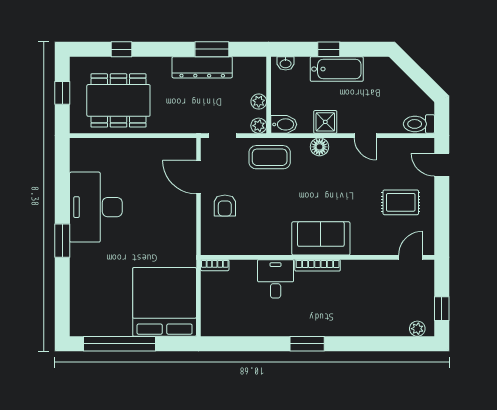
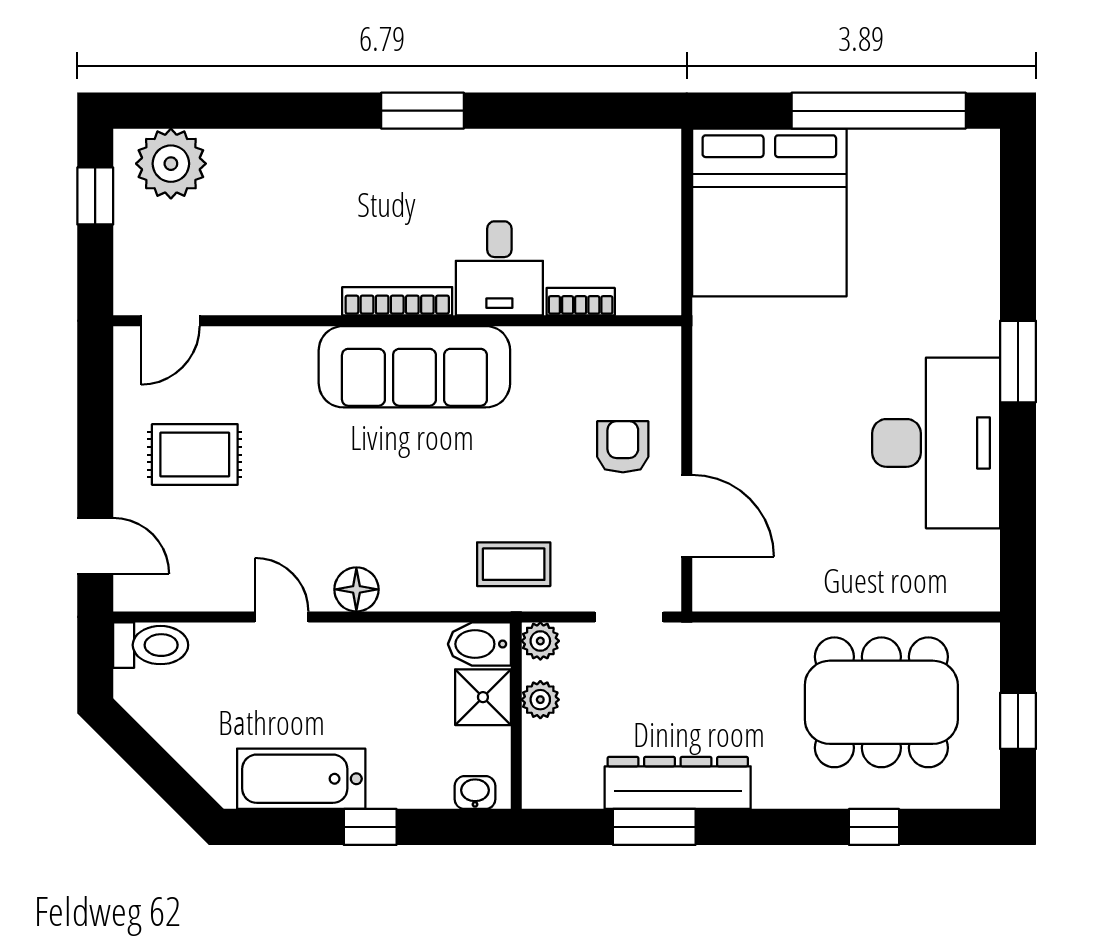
bathtub: (337, 69) -> (301, 779), moved
shower: (325, 122) -> (483, 697), moved
floor lamp: (319, 147) -> (356, 589), moved
coffee table: (270, 157) -> (514, 564), width x0.73, depth x0.77
sofa: (321, 238) -> (414, 367), width x1.36
bookcase: (215, 265) -> (581, 302), moved
plant: (417, 329) -> (171, 164), width x1.88, depth x1.88

